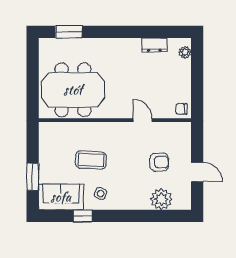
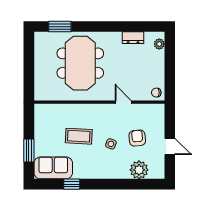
meeting table: (73, 90) -> (80, 63), moved, turned 90
armchair: (159, 162) -> (137, 138), turned -95
side table: (101, 193) -> (111, 144), moved

